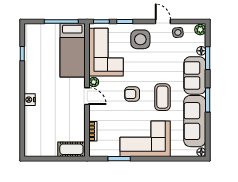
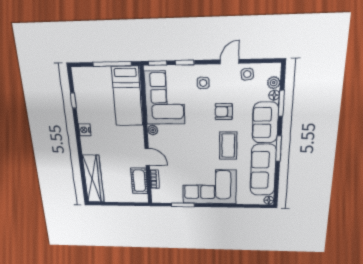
door: (163, 22) -> (230, 62), hinge flipped
plant: (200, 30) -> (274, 83), moved
side table: (140, 39) -> (203, 83), width x0.54, depth x0.54
armchair: (132, 94) -> (224, 112), moved
door: (87, 96) -> (147, 157), moved
nightstand: (30, 100) -> (85, 130), moved
wardrobe: (32, 132) -> (93, 179), added
cot: (71, 149) -> (139, 181), moved, turned 90

